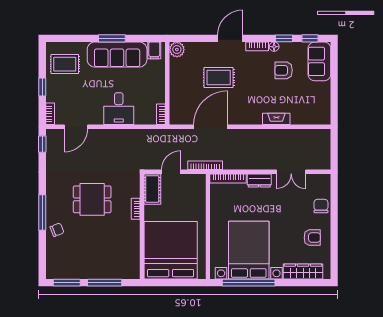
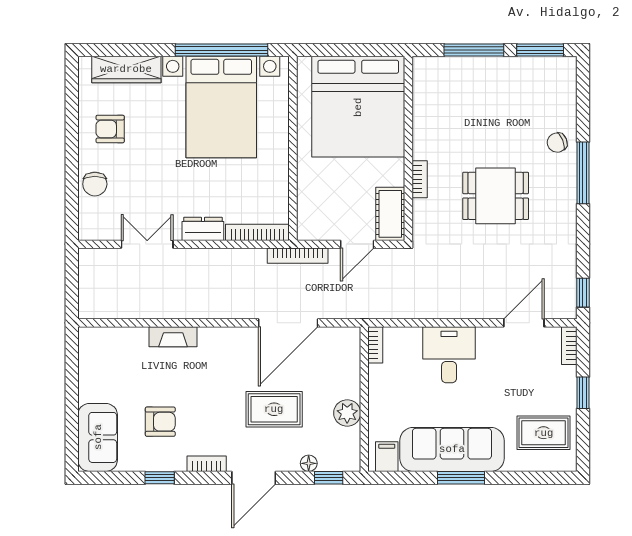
window: (310, 38) -> (329, 478), moved
floor lamp: (274, 47) -> (309, 463), moved
plant: (177, 50) -> (347, 413), moved

